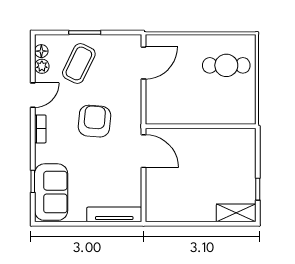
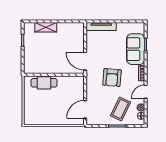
cafe table: (226, 65) -> (44, 83), moved
sofa: (51, 192) -> (136, 49), moved
shelving: (236, 213) -> (46, 27), moved

